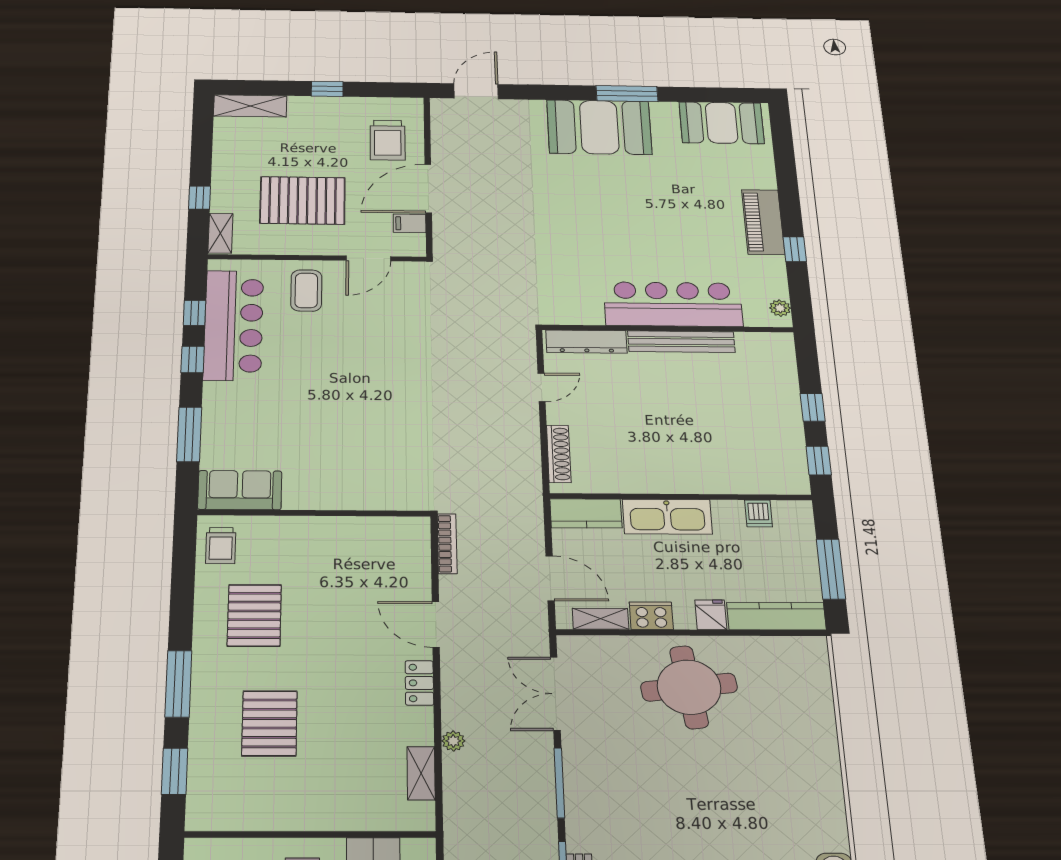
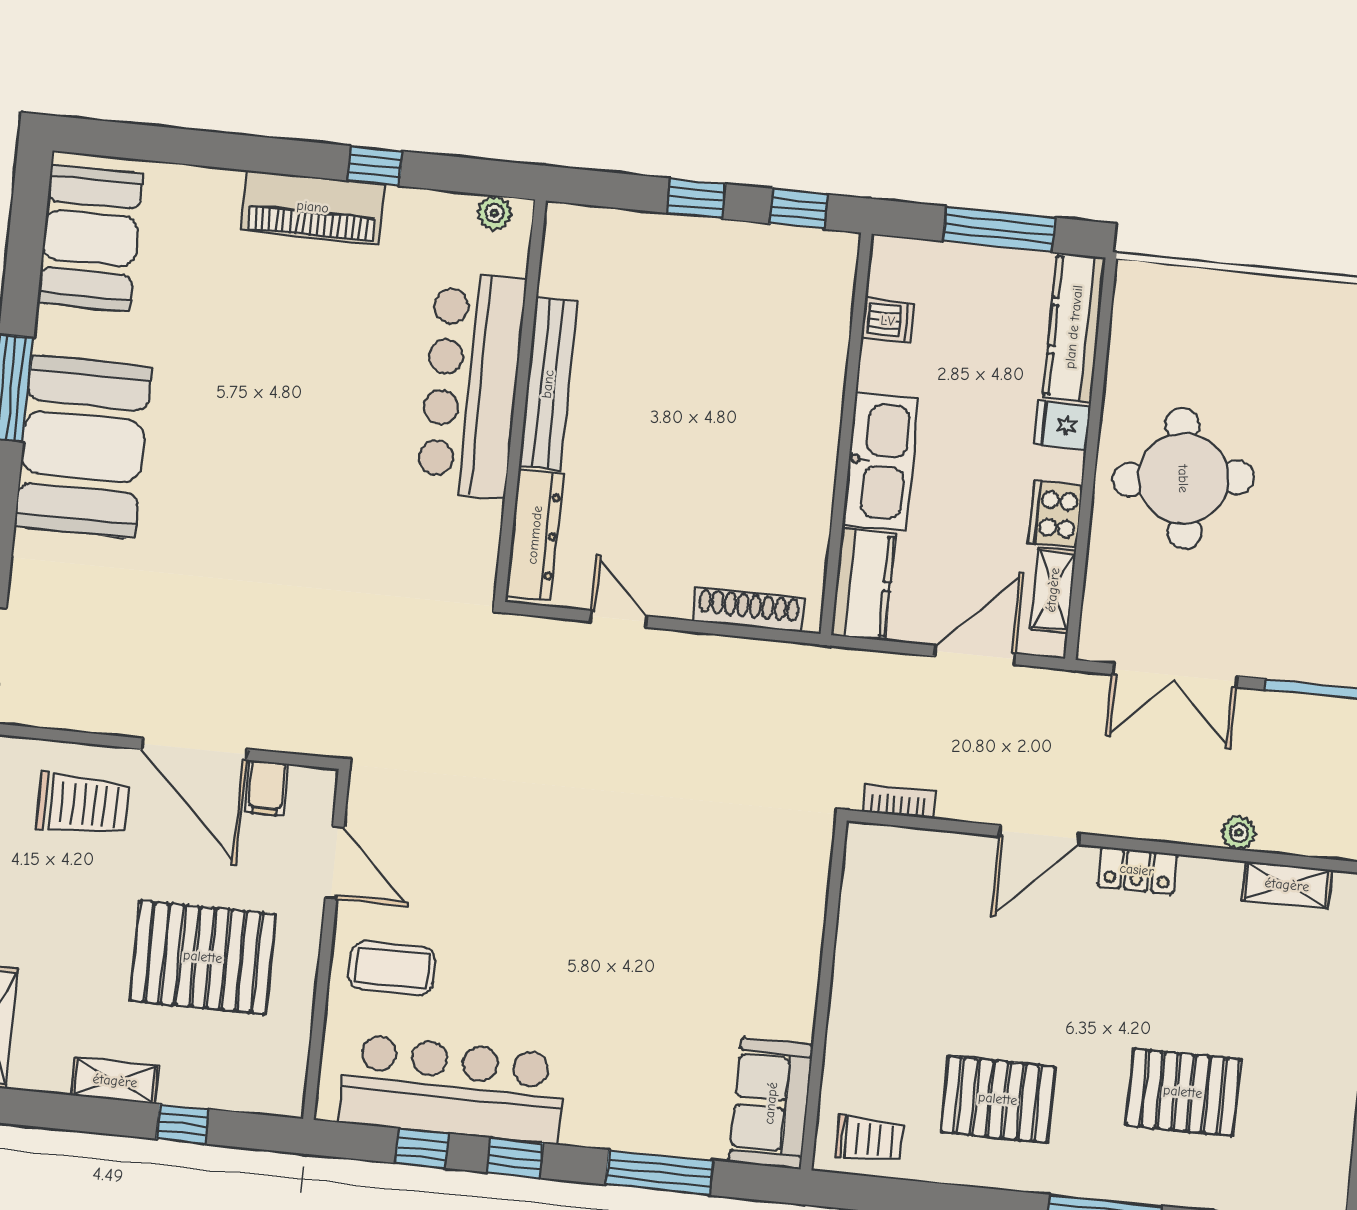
pallet: (303, 200) -> (203, 957), turned 90
shelving: (220, 233) -> (115, 1081), moved
bookcase: (447, 544) -> (898, 801), width x0.64

